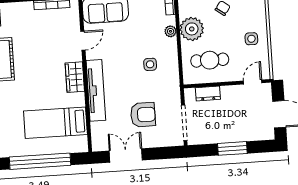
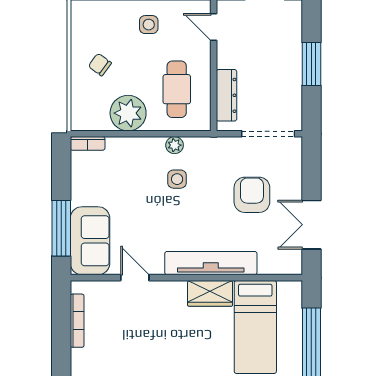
plant: (171, 31) -> (175, 145), moved
wardrobe: (75, 77) -> (210, 293), moved
dresser: (208, 93) -> (227, 95), width x1.44

